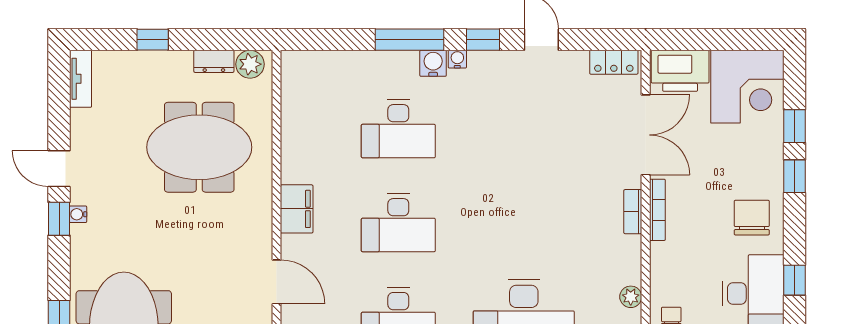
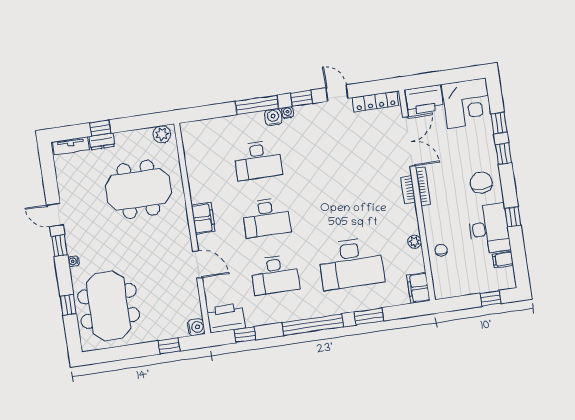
dresser: (214, 61) -> (102, 141), moved
locker: (614, 62) -> (376, 101), width x1.53
tv unit: (81, 79) -> (71, 146), moved, turned 90
water cooler: (78, 214) -> (74, 261), moved

